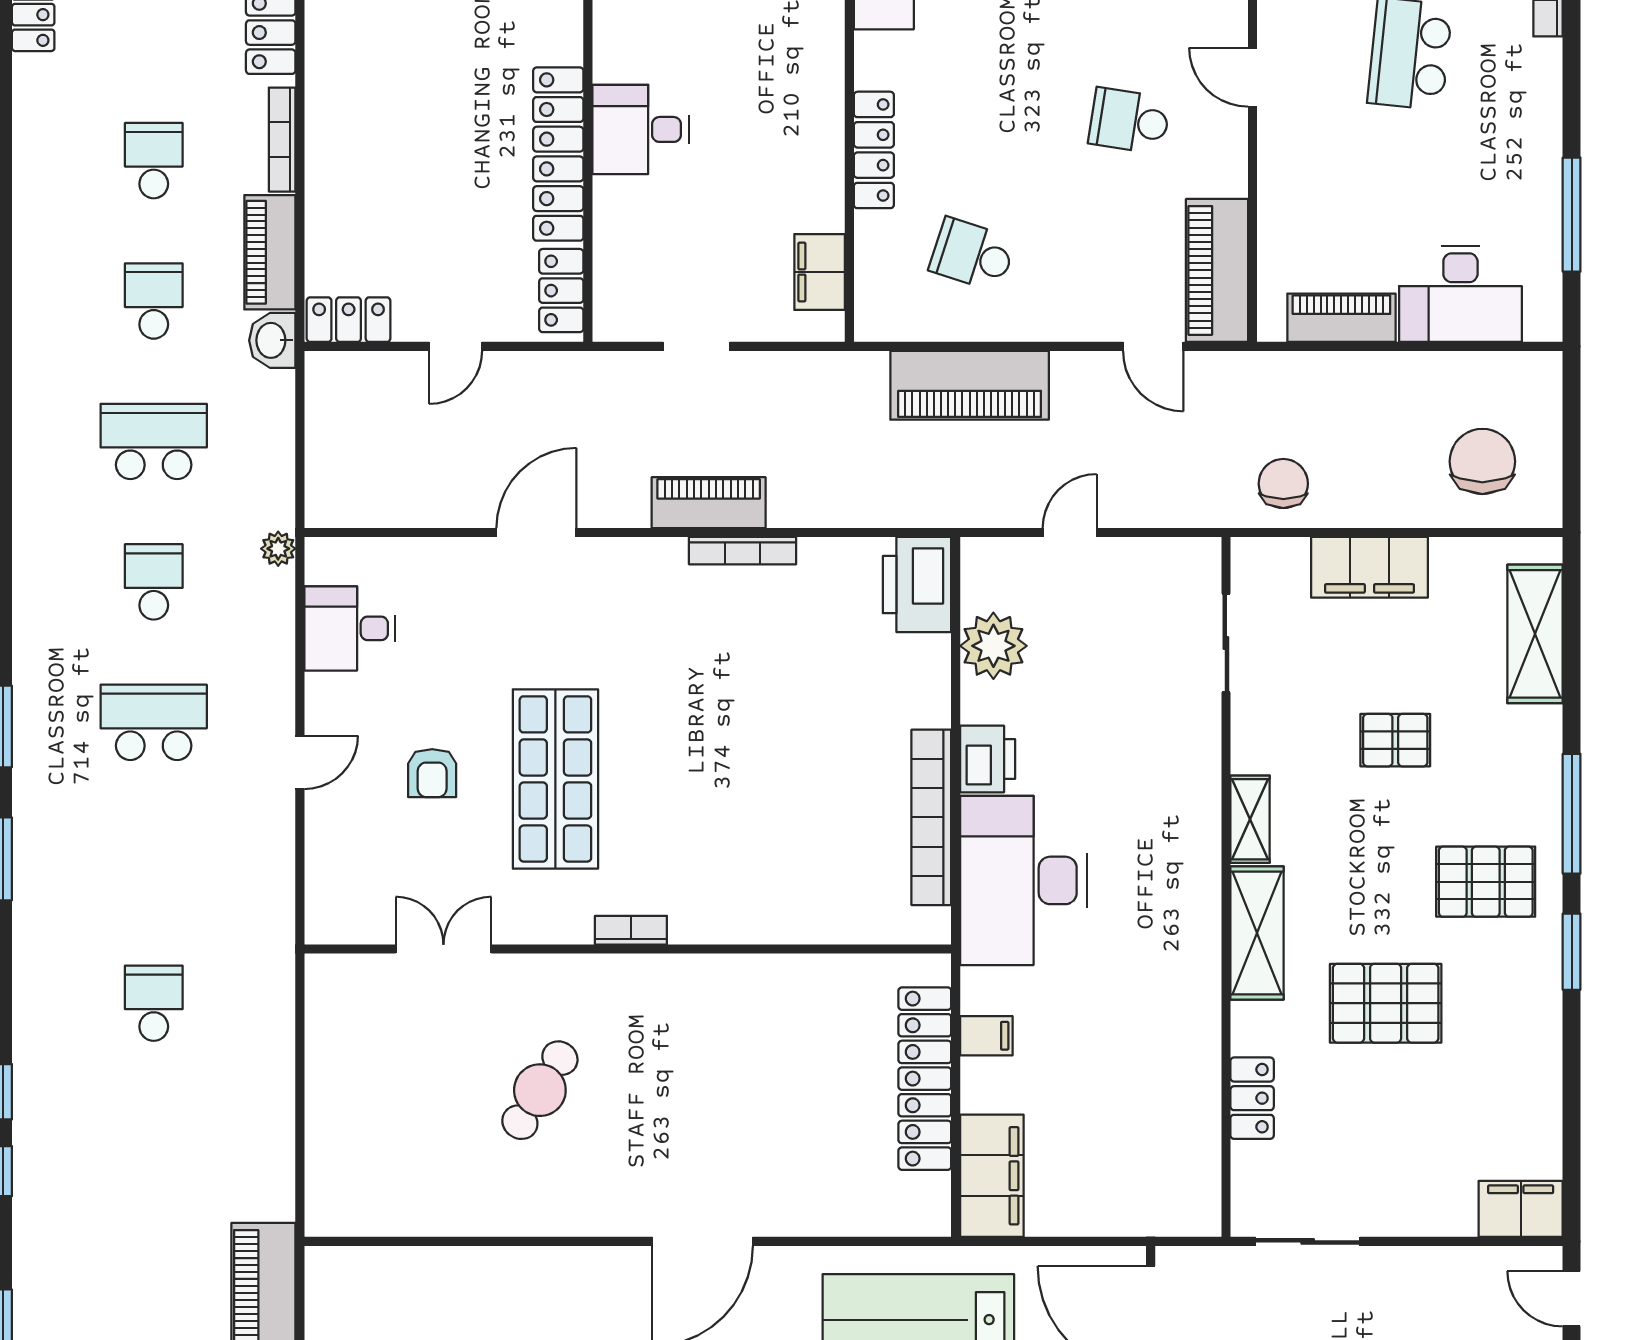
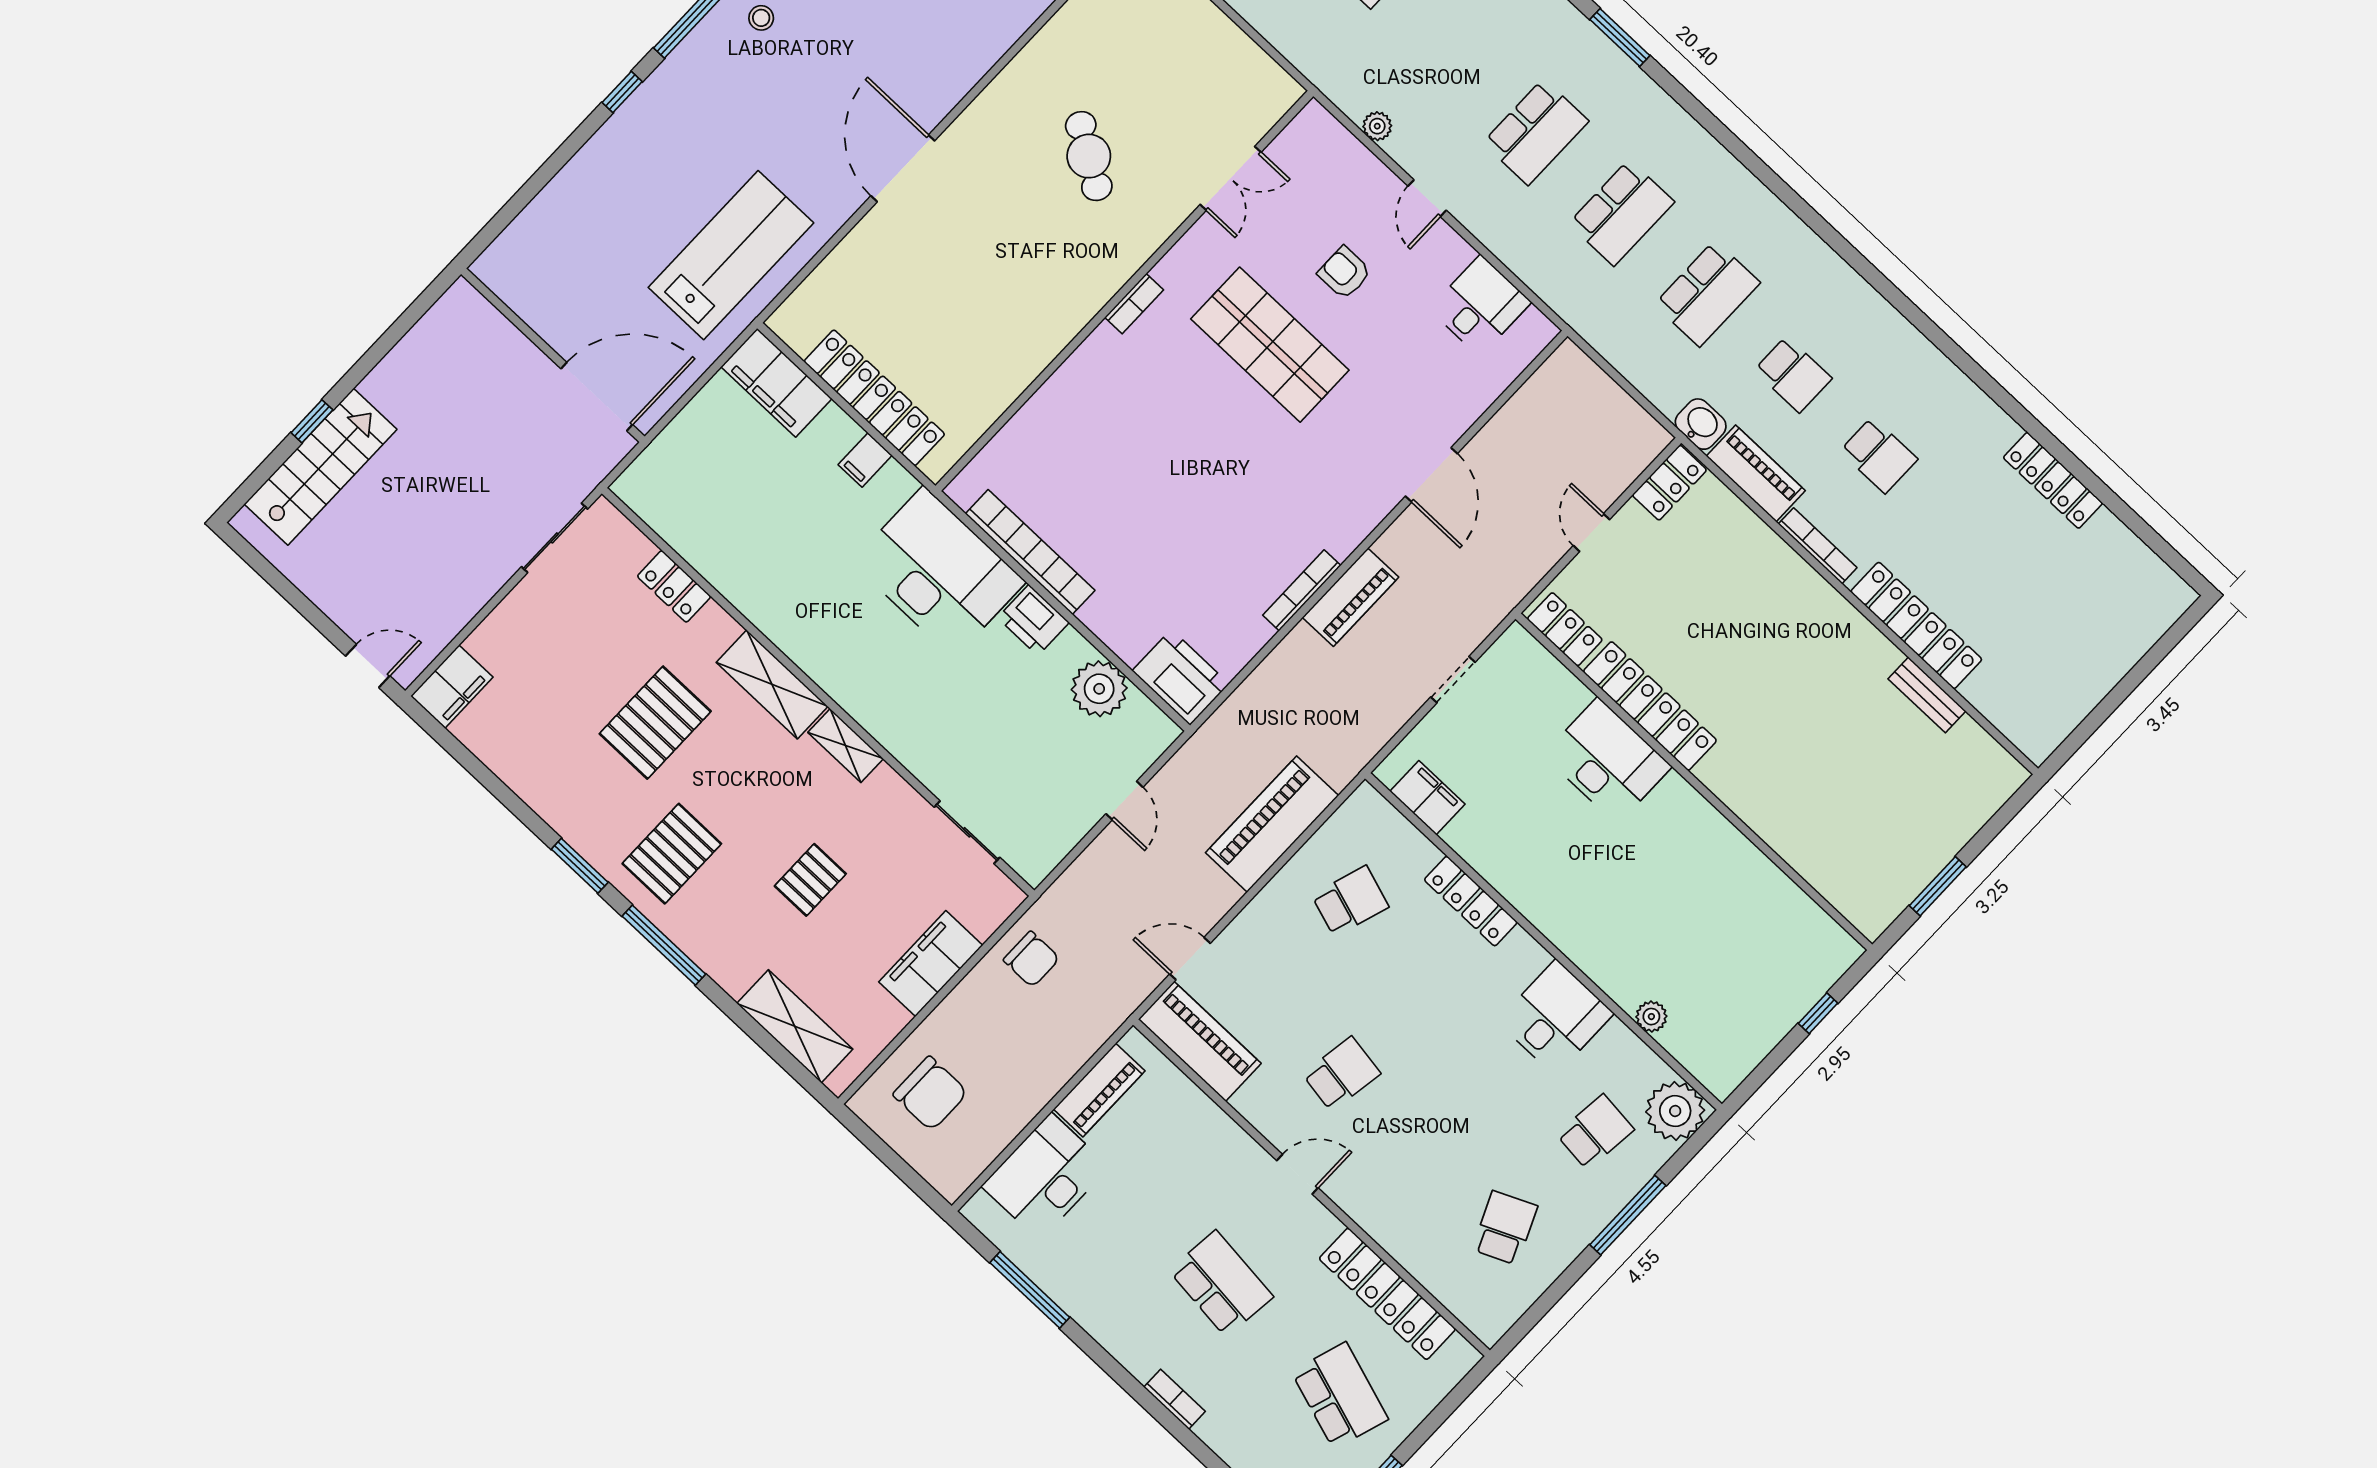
desk: (640, 129) -> (1607, 761), width x1.37
plant: (278, 549) -> (1377, 126), moved
school desk: (154, 582) -> (1621, 213), width x1.85

